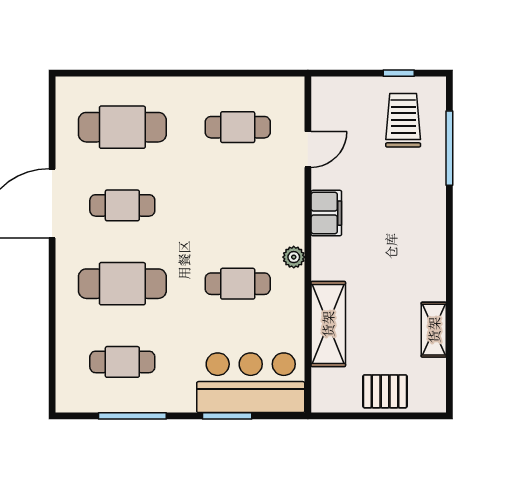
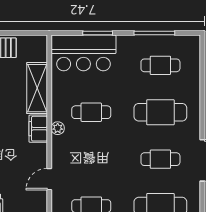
door: (308, 149) -> (49, 179), moved
filing cabinet: (326, 213) -> (38, 129), moved

